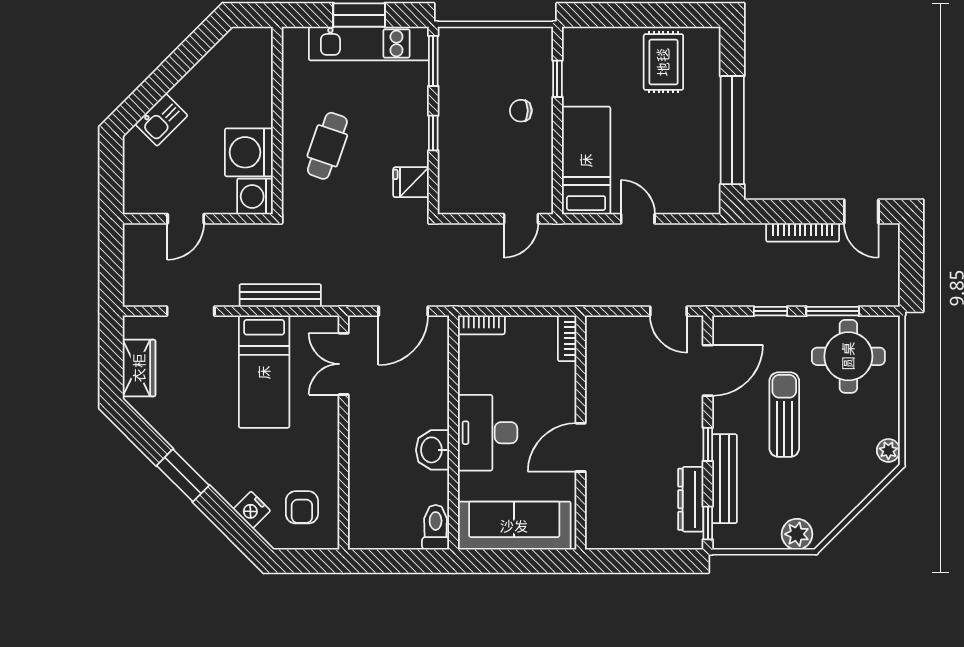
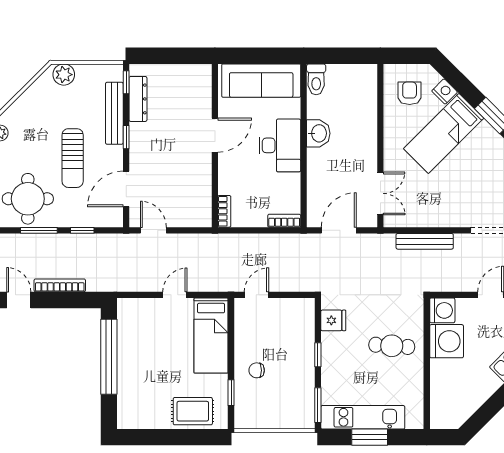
rug: (663, 62) -> (193, 411), moved, turned 90
chair: (521, 111) -> (257, 370), turned 180
cafe table: (327, 146) -> (392, 346), turned 75
door: (638, 219) -> (175, 295), swing flipped
bed: (264, 372) -> (444, 133), moved, turned -135

